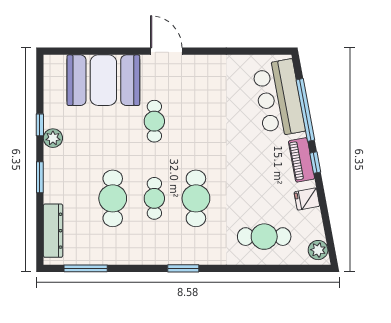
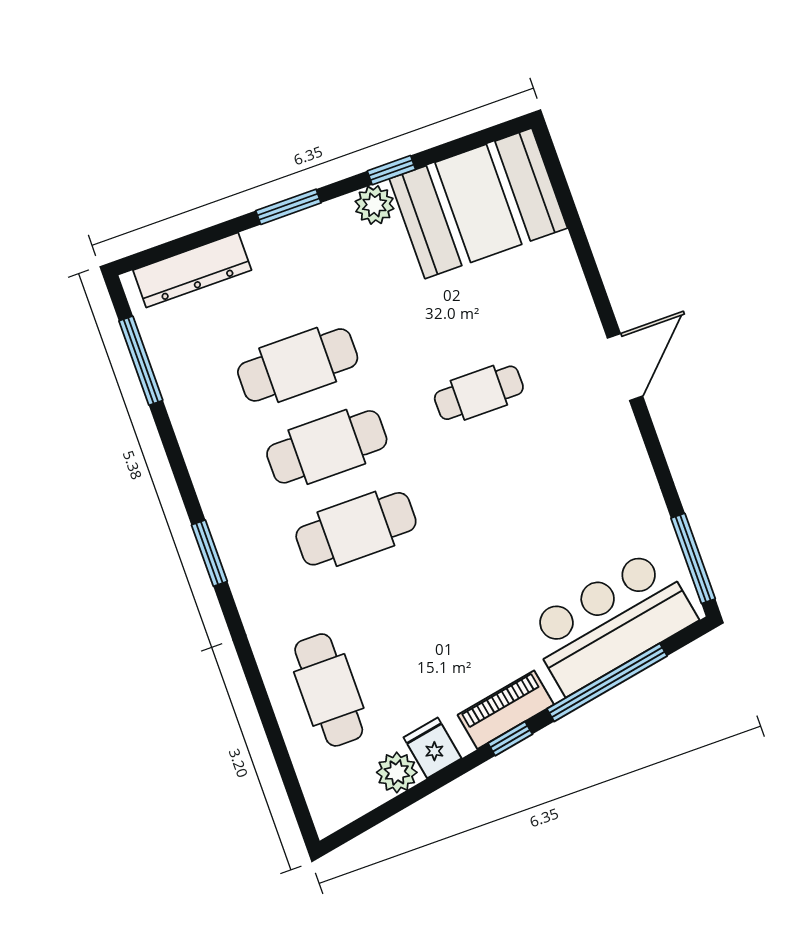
window: (263, 51) -> (693, 558), added
booth: (103, 80) -> (478, 203), moved, turned 90
cafe table: (154, 198) -> (327, 447), width x1.37, depth x1.35
plant: (318, 250) -> (397, 772), moved

